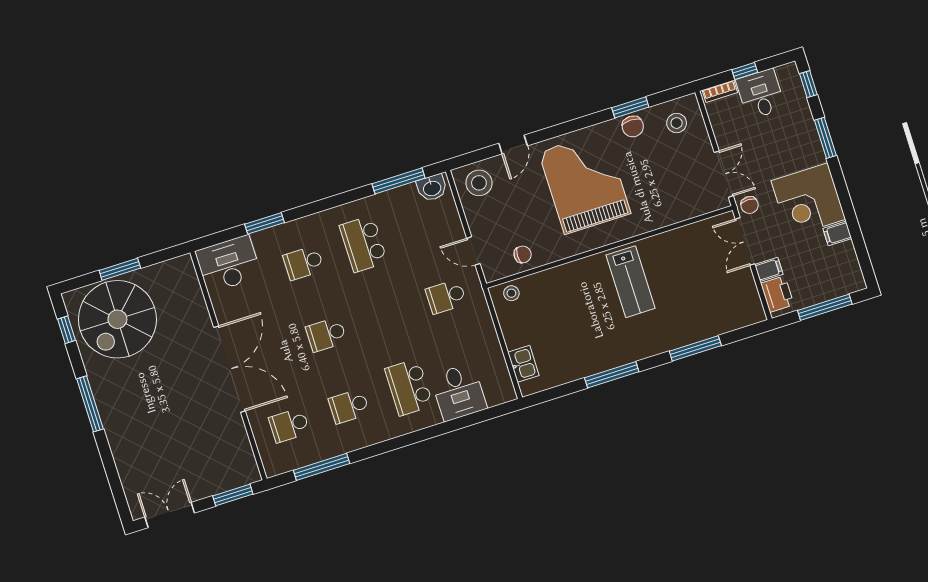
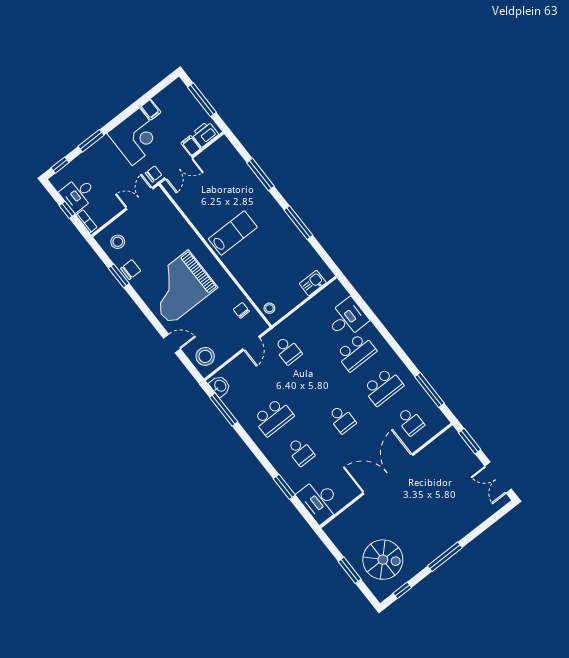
spiral stairs: (117, 319) -> (383, 560), width x0.73, depth x0.73
school desk: (349, 406) -> (383, 387), width x1.85

